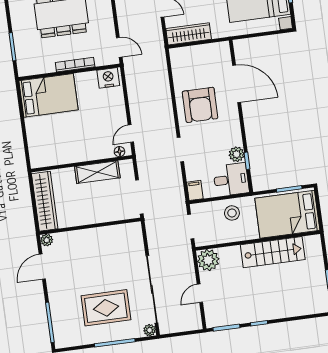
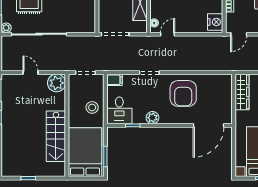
door: (237, 84) -> (209, 125), moved
armchair: (200, 105) -> (183, 93), turned -90
door: (131, 134) -> (168, 34), hinge flipped
plant: (237, 154) -> (152, 118), moved

